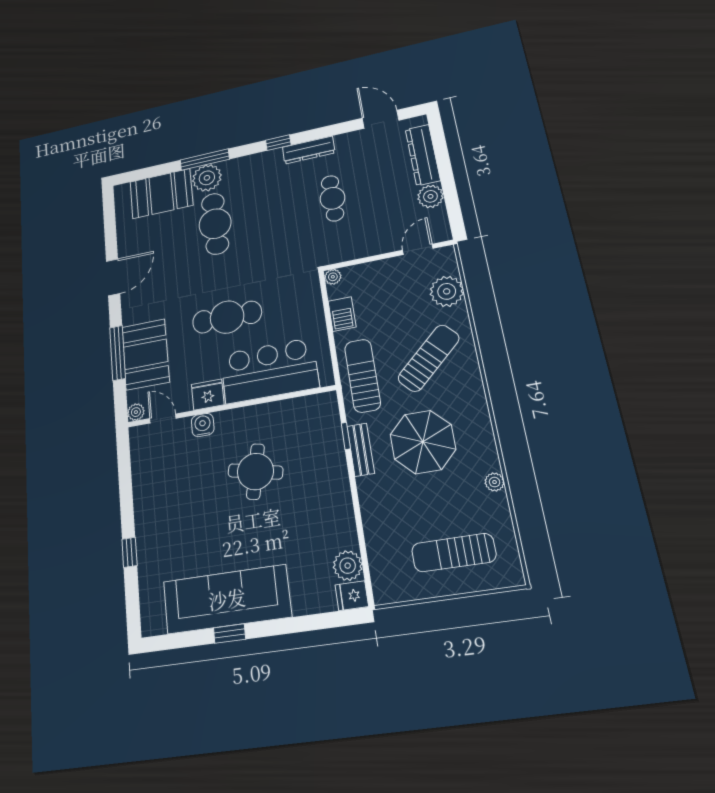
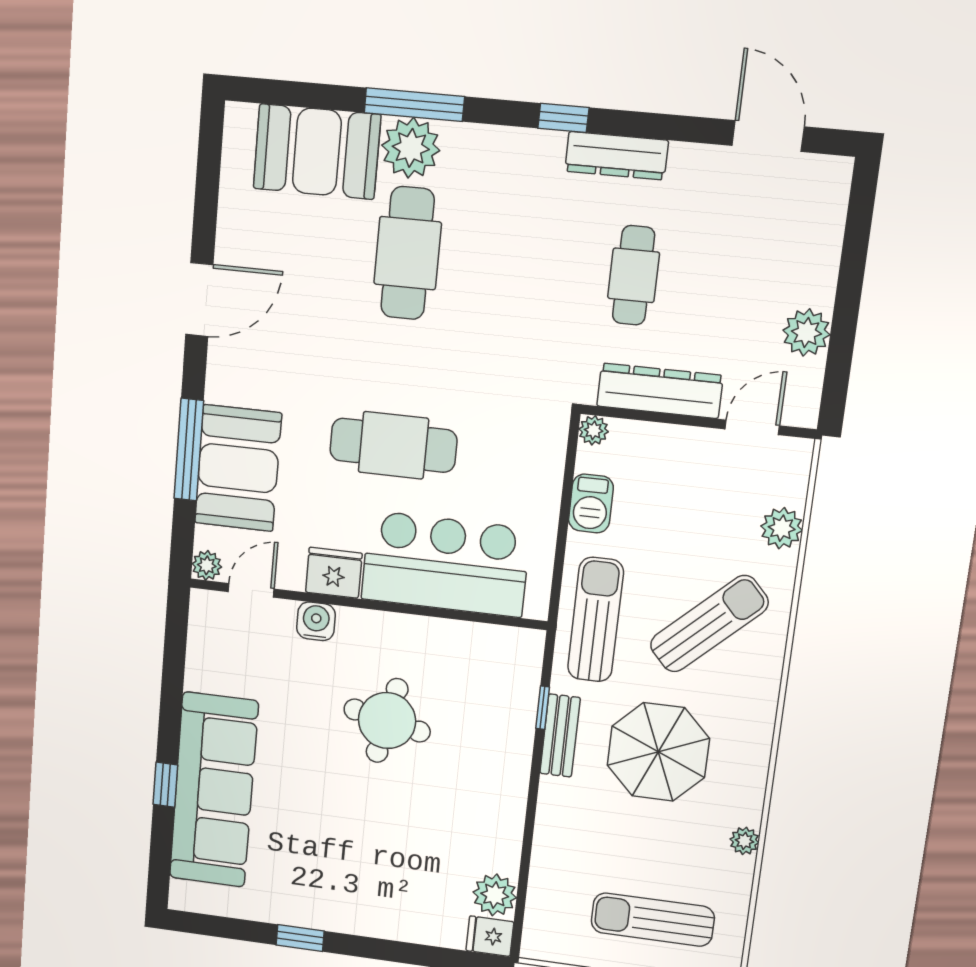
dresser: (423, 155) -> (660, 391), moved, turned 90
plant: (447, 291) -> (782, 528), width x0.73, depth x0.73
door: (163, 418) -> (251, 590), hinge flipped
sofa: (227, 599) -> (214, 790), moved, turned 90

